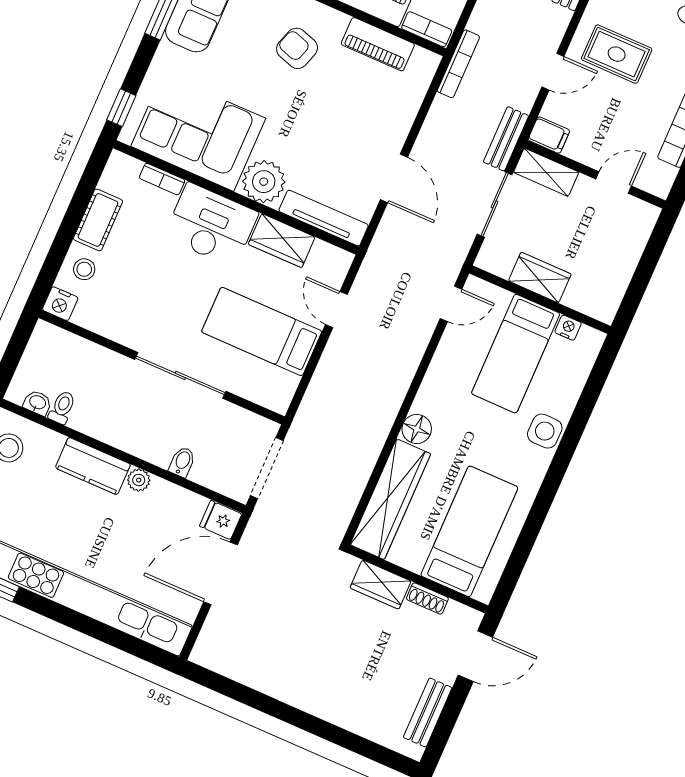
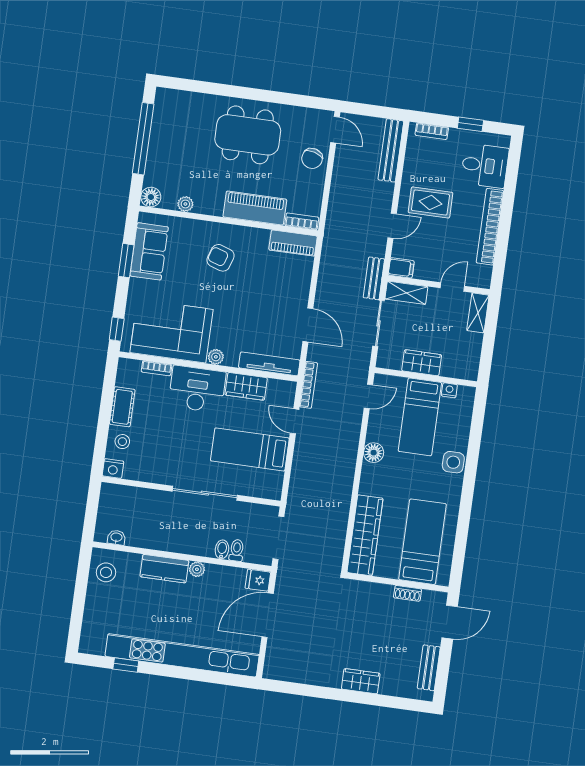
piano: (378, 44) -> (293, 243), moved
bookcase: (458, 64) -> (309, 385), moved
plant: (264, 182) -> (216, 357), width x0.53, depth x0.53
shelving: (640, 229) -> (478, 313), added
toilet: (62, 407) -> (237, 550), moved
floor lamp: (417, 429) -> (374, 453), moved
wardrobe: (381, 584) -> (361, 681), moved, turned 180

